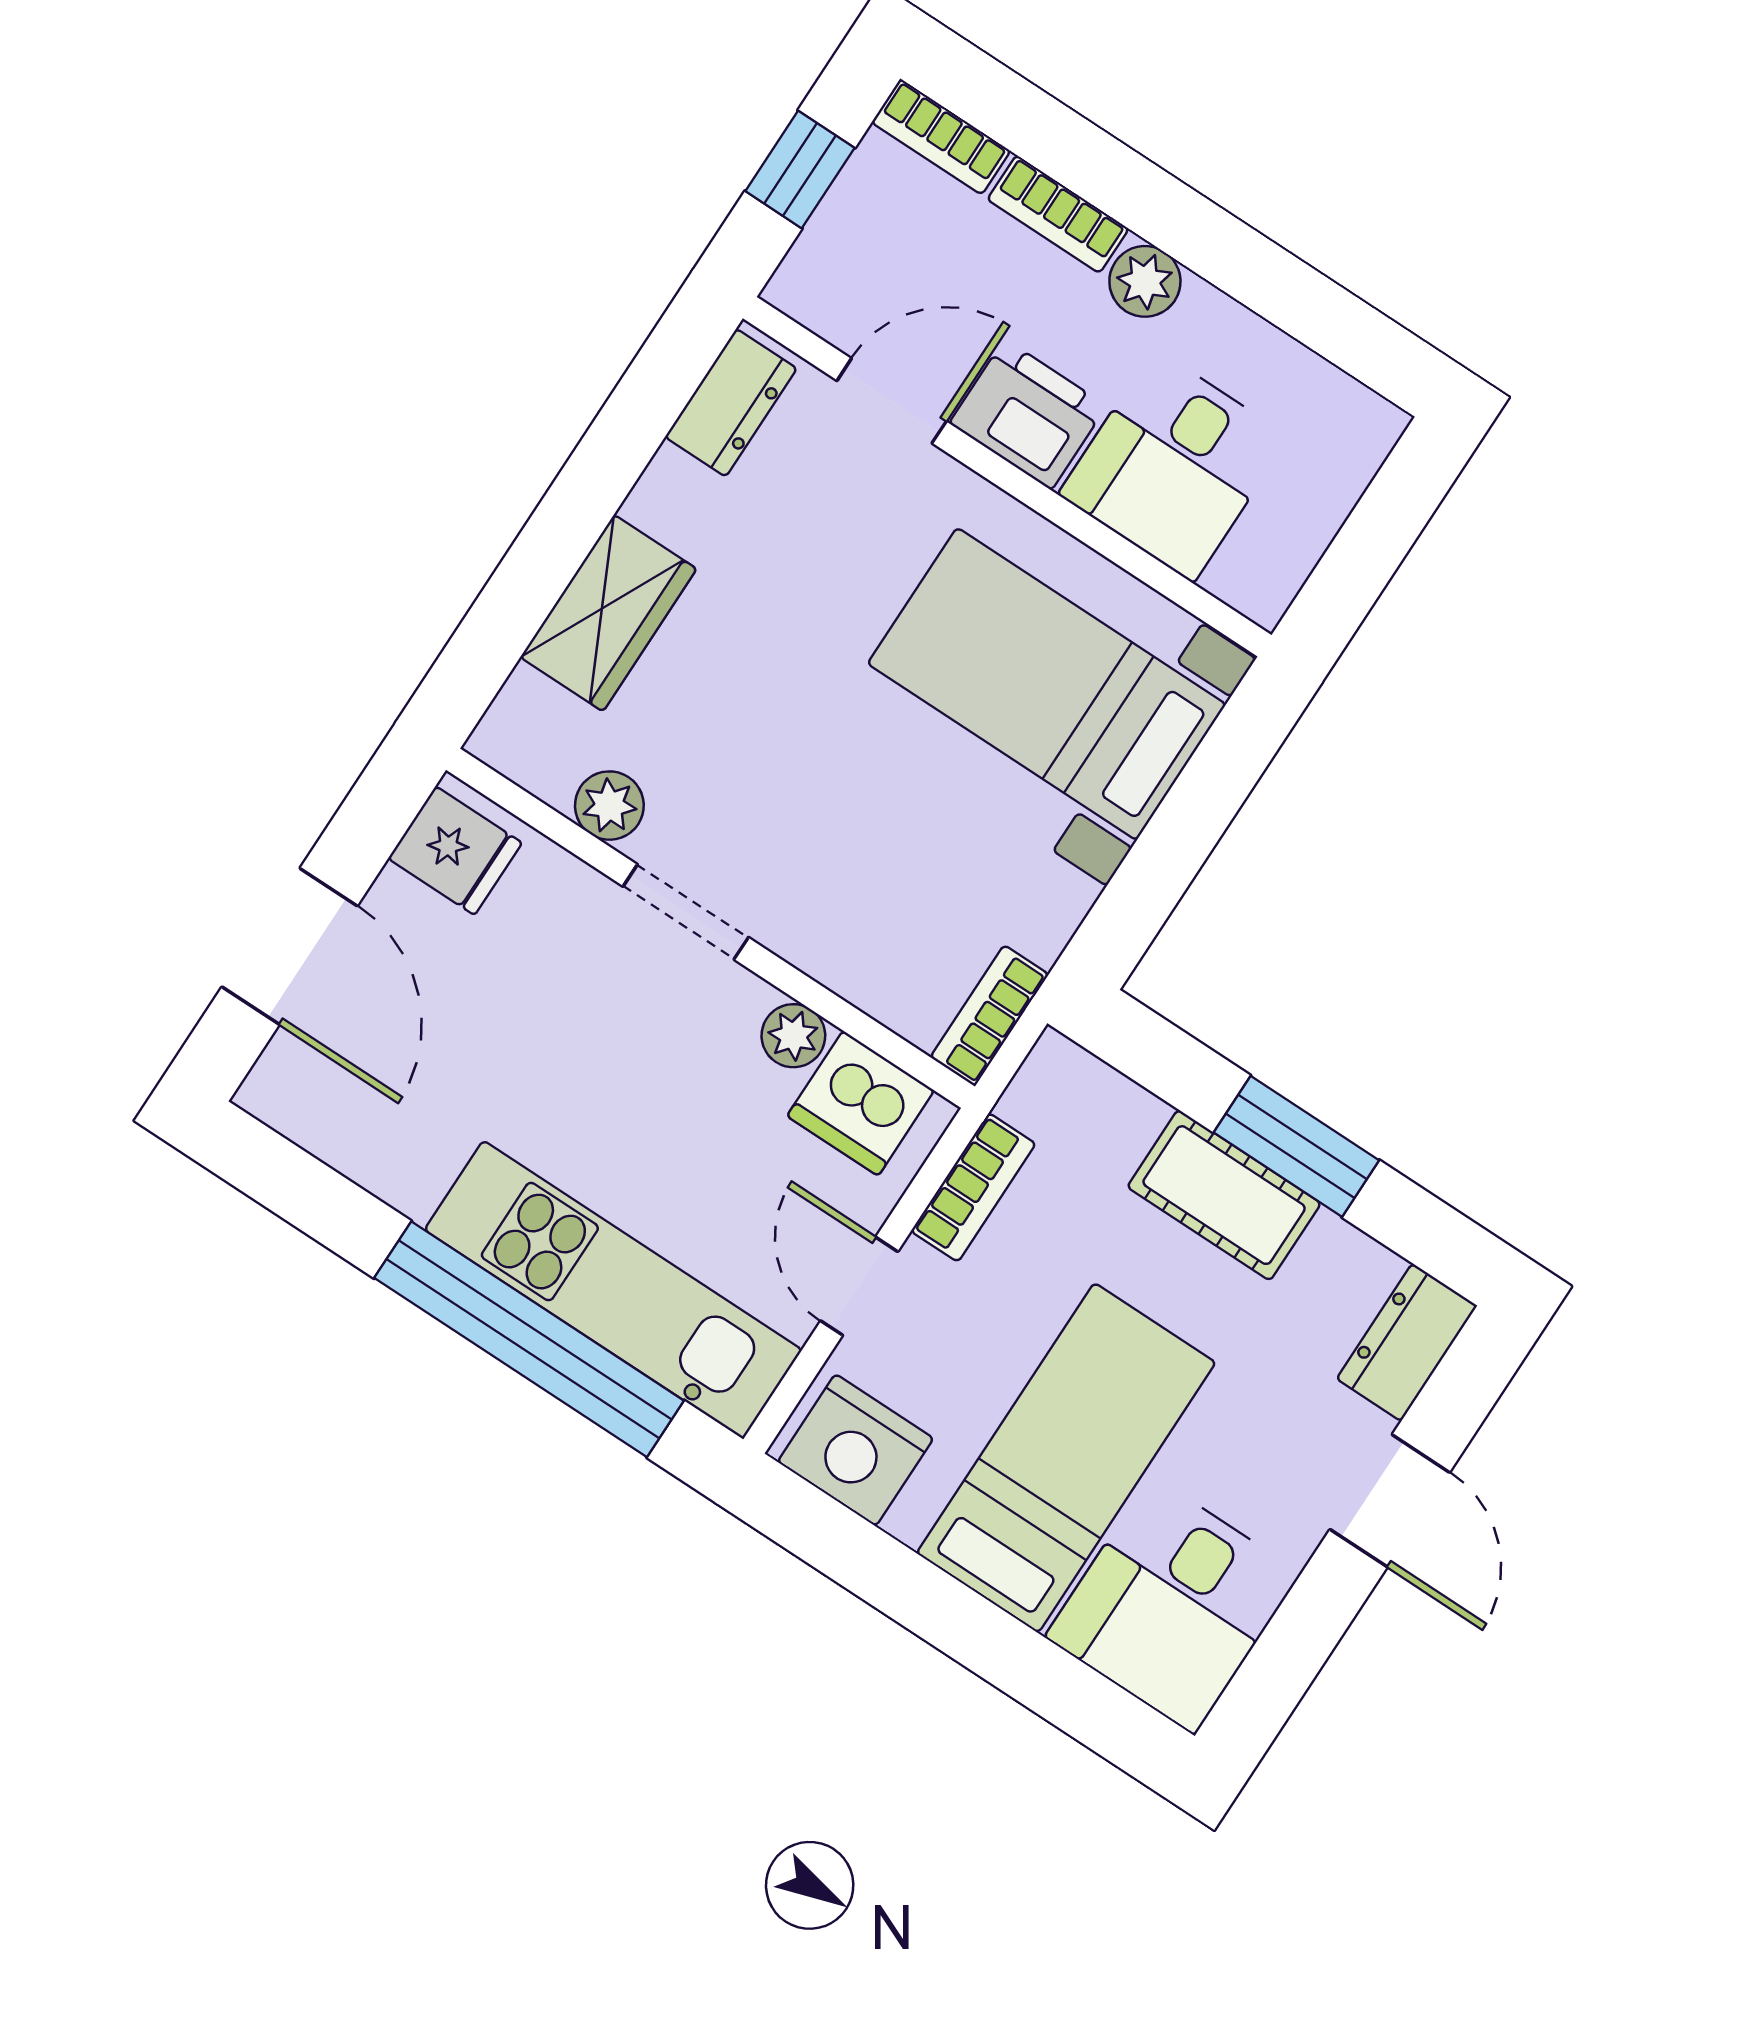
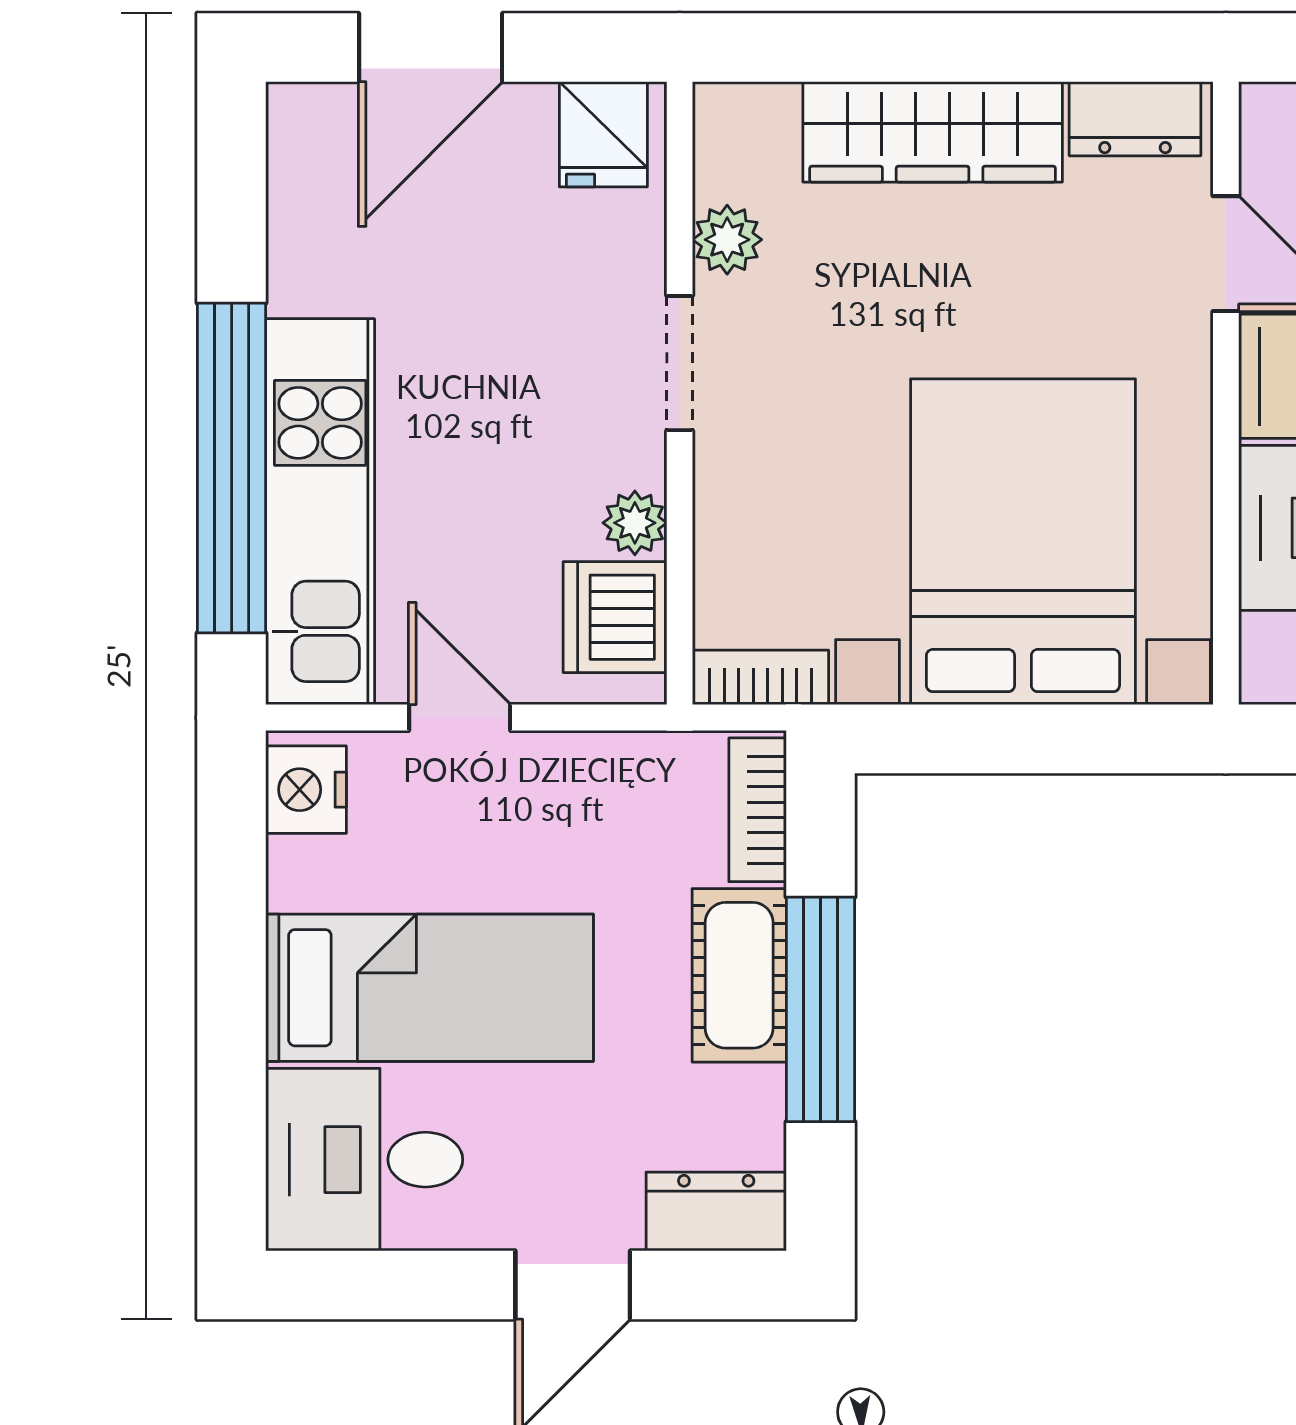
wardrobe: (608, 613) -> (933, 132), width x1.50
bed with nightstands: (1047, 684) -> (1023, 542), width x1.36
window: (1296, 1146) -> (820, 1009), width x1.44
bookcase: (973, 1187) -> (758, 810), moved, turned 90
door: (859, 1286) -> (460, 718), hinge flipped
nightstand: (856, 1450) -> (306, 790), width x0.74, depth x0.75

